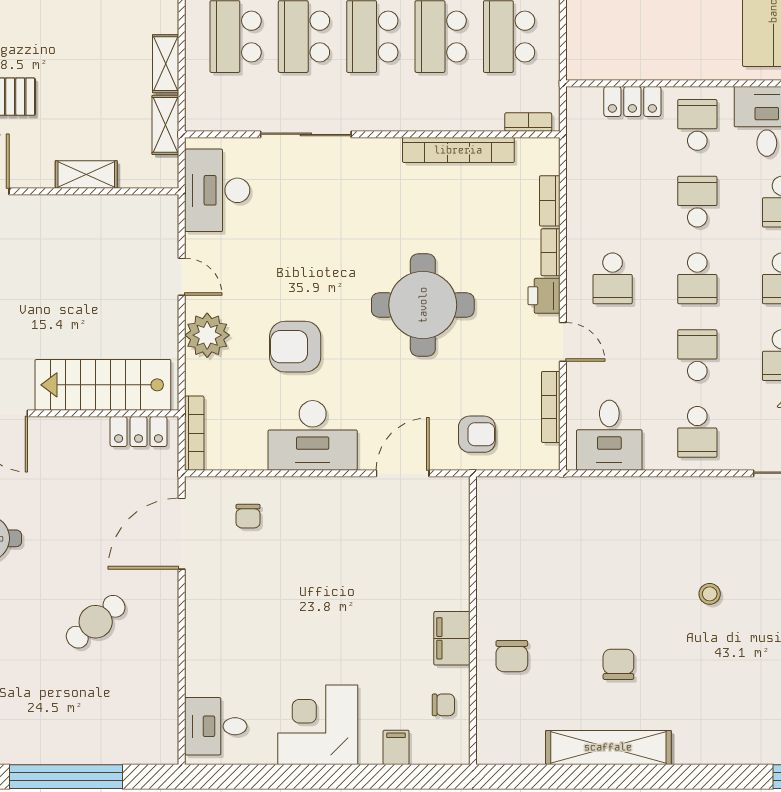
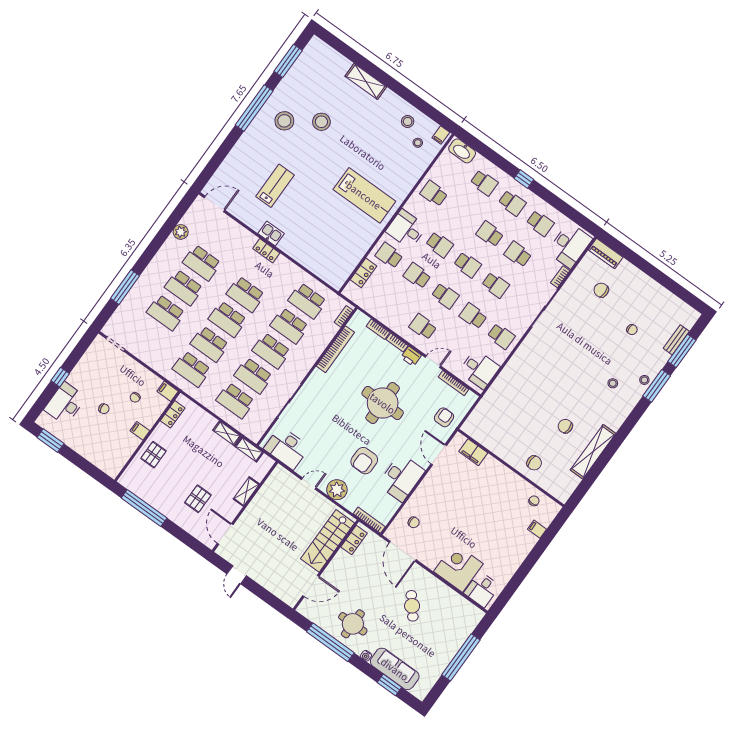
school desk: (613, 278) -> (423, 327), turned 180
stool: (710, 594) -> (613, 383), moved
filing cabinet: (452, 638) -> (473, 452), moved
corner desk: (318, 725) -> (458, 568), moved, turned 90

